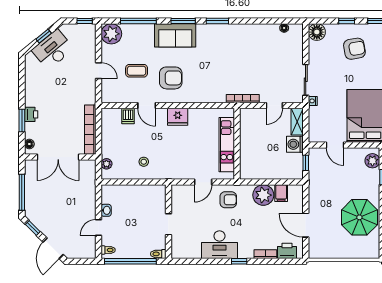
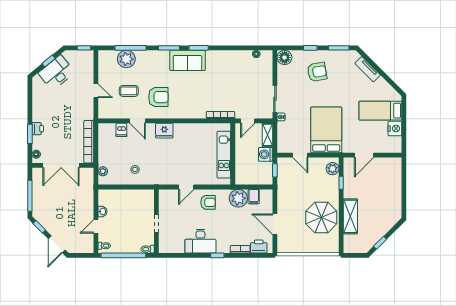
plant: (111, 34) -> (126, 59), moved
sofa: (175, 35) -> (188, 60), moved
wall: (237, 144) -> (233, 154), moved
kitchen unit: (227, 145) -> (224, 155), moved

